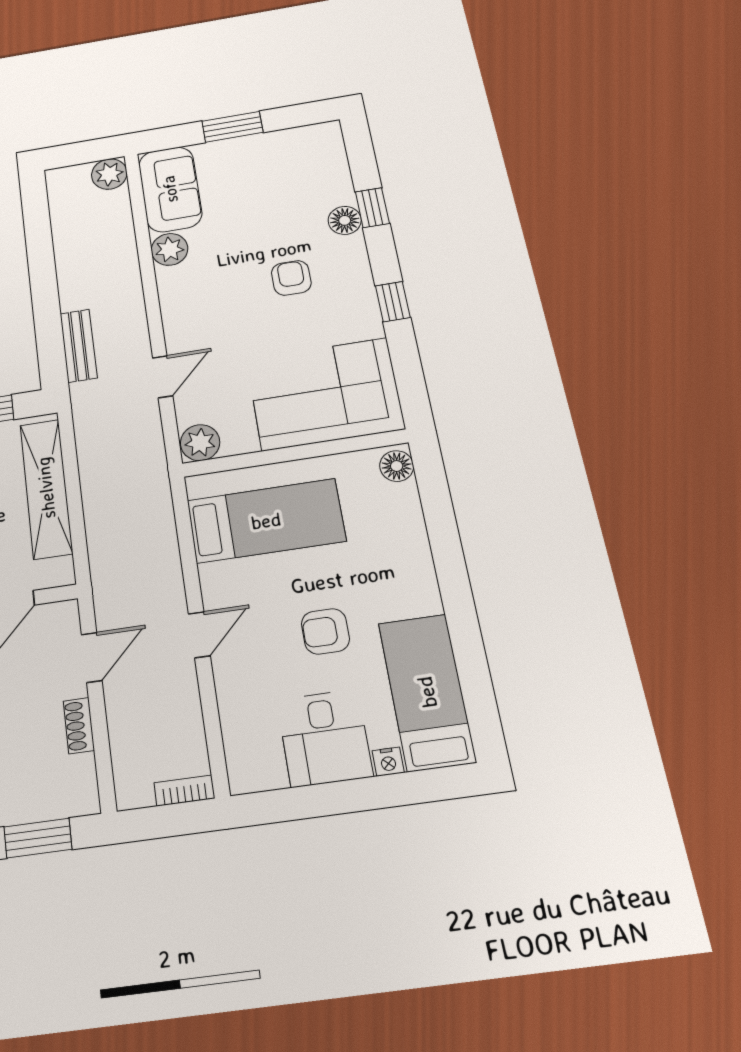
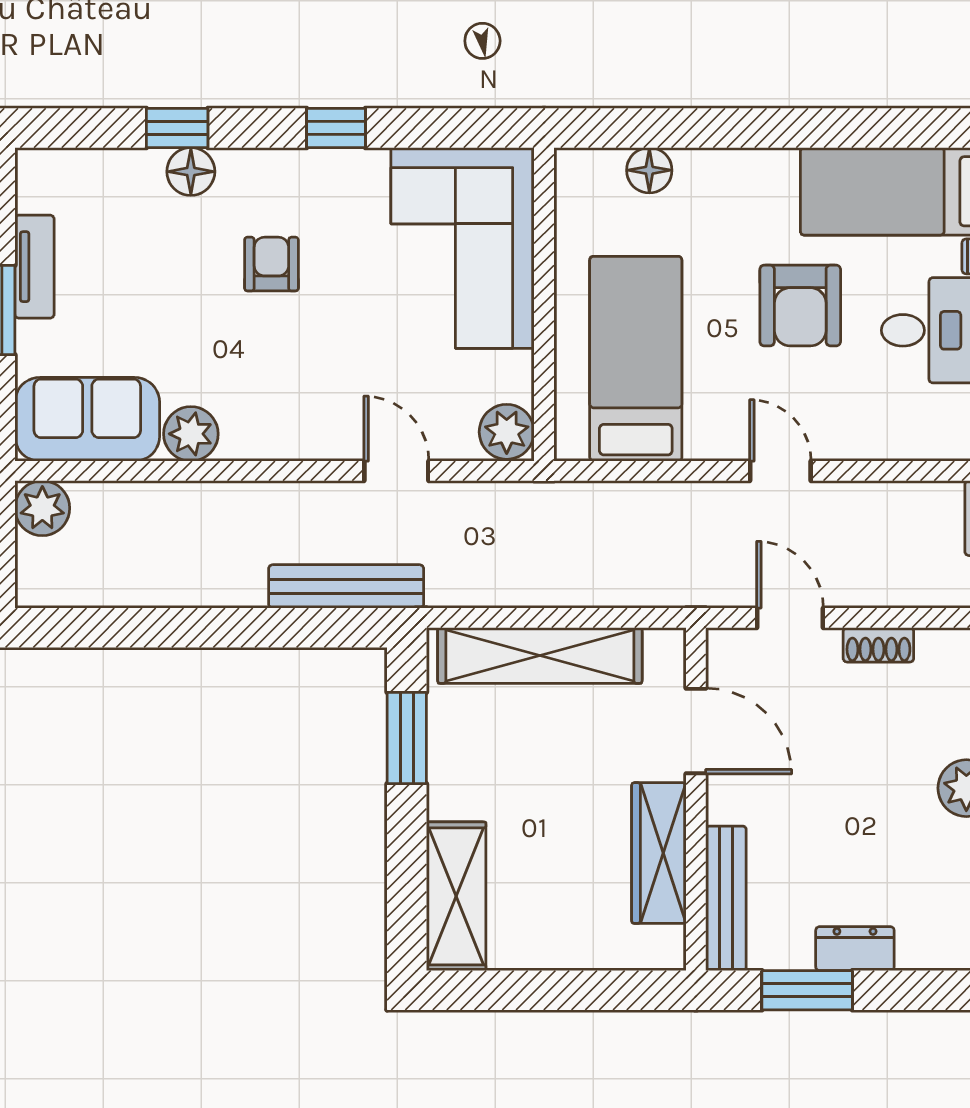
tv unit: (264, 143) -> (34, 267), added
armchair: (291, 278) -> (271, 264), turned 90
bench: (79, 346) -> (346, 586), width x1.36
floor lamp: (397, 466) -> (649, 170), moved
armchair: (325, 631) -> (800, 305), width x1.38, depth x1.38

